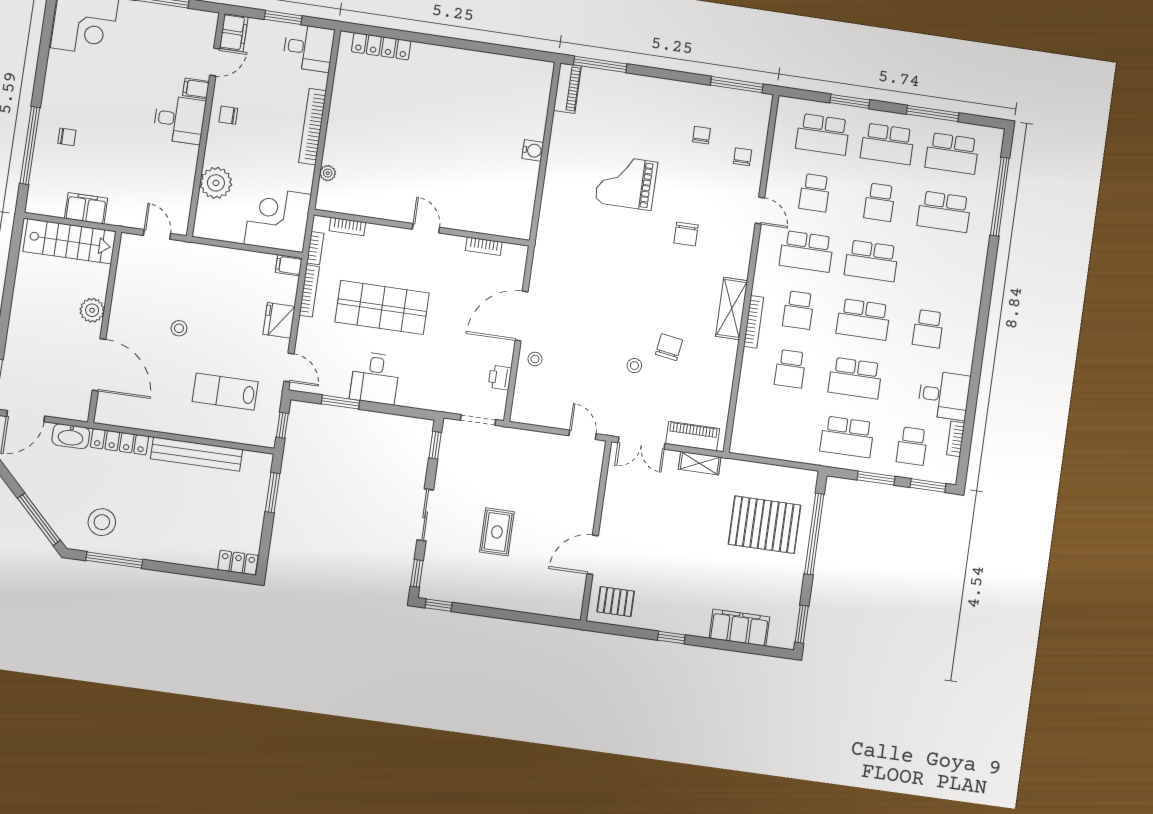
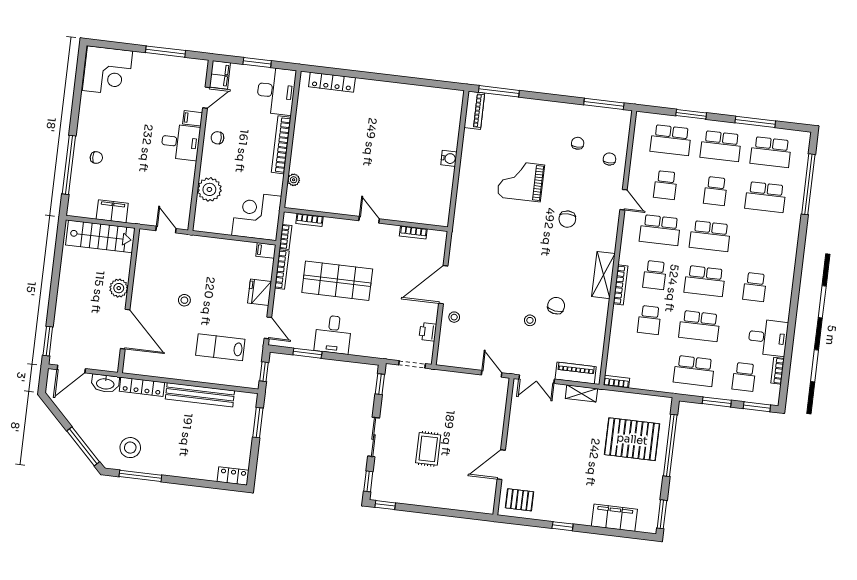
desk: (309, 48) -> (276, 91), width x1.37
bookcase: (746, 449) -> (616, 382), added

